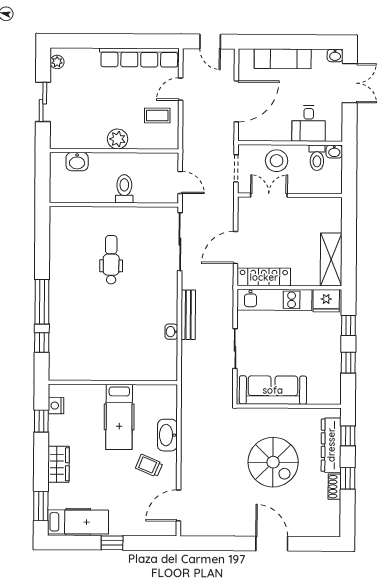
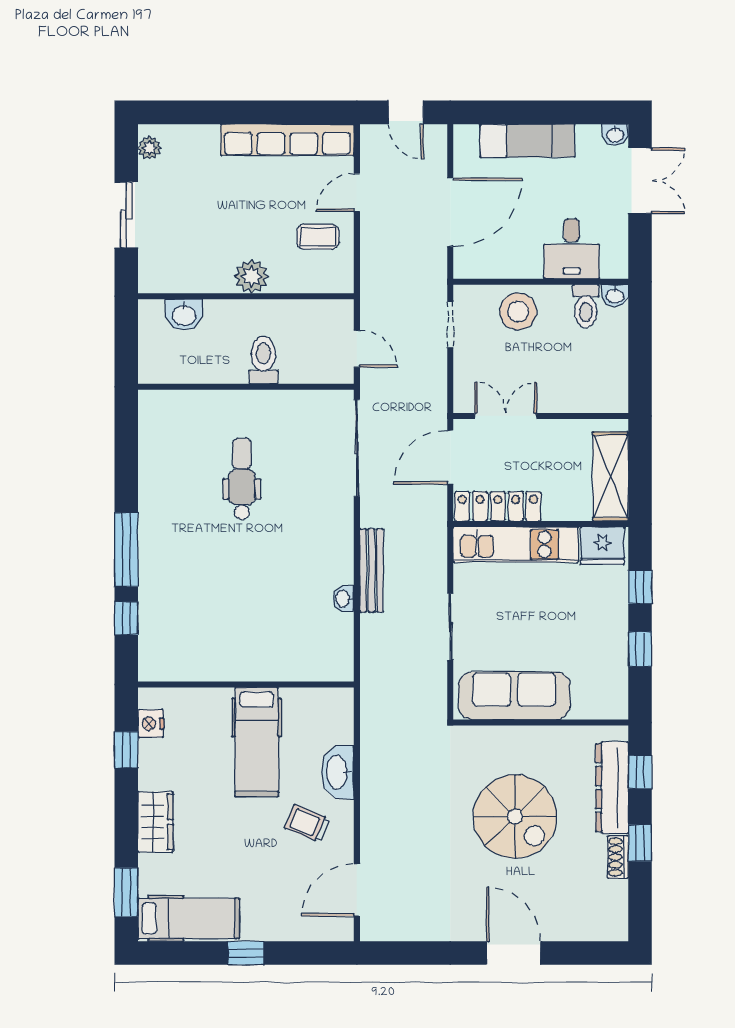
double door: (269, 195) -> (506, 416), moved
wall: (290, 195) -> (541, 416), moved

